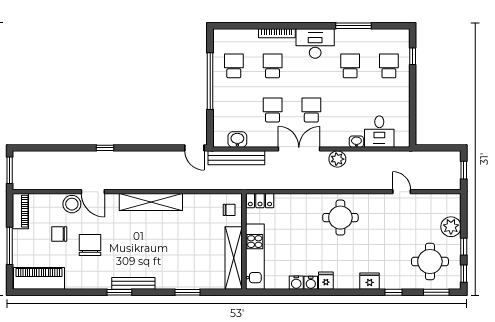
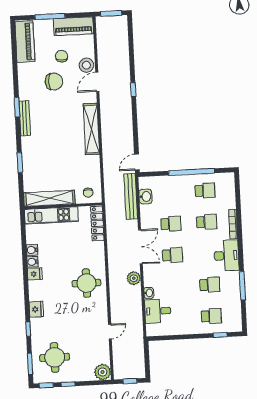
locker: (260, 201) -> (97, 223), width x1.53
piano: (20, 211) -> (73, 26), width x1.37, depth x1.33
plant: (451, 227) -> (103, 372), moved

